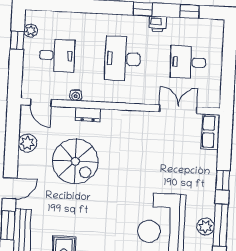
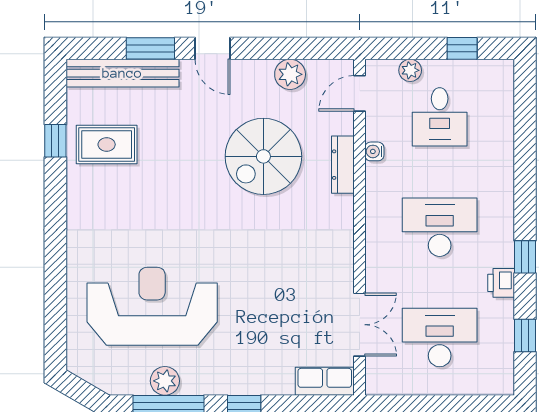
plant: (31, 31) -> (410, 70), moved
desk: (188, 62) -> (440, 338), width x1.37
dresser: (88, 115) -> (343, 165), width x1.44

